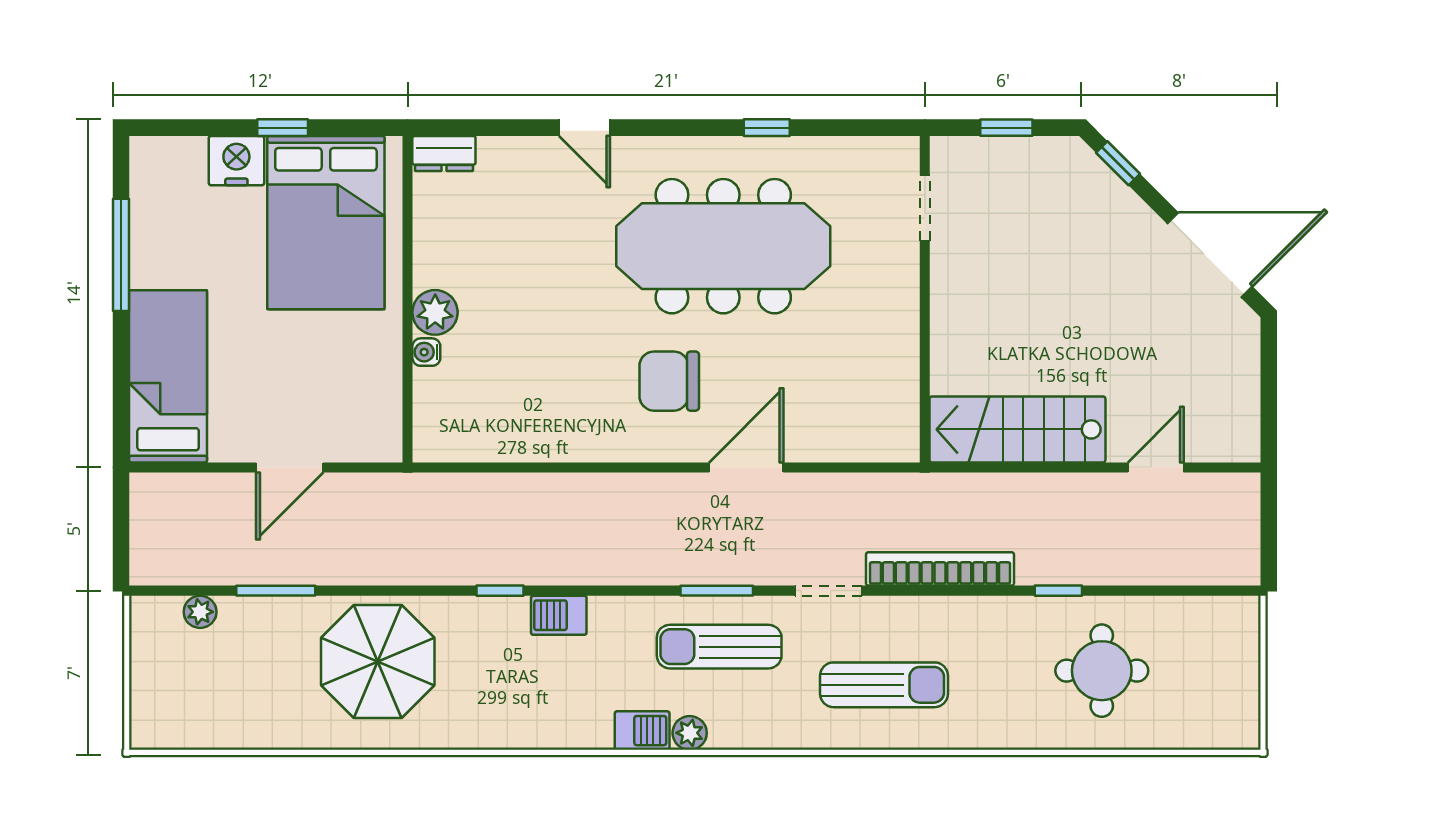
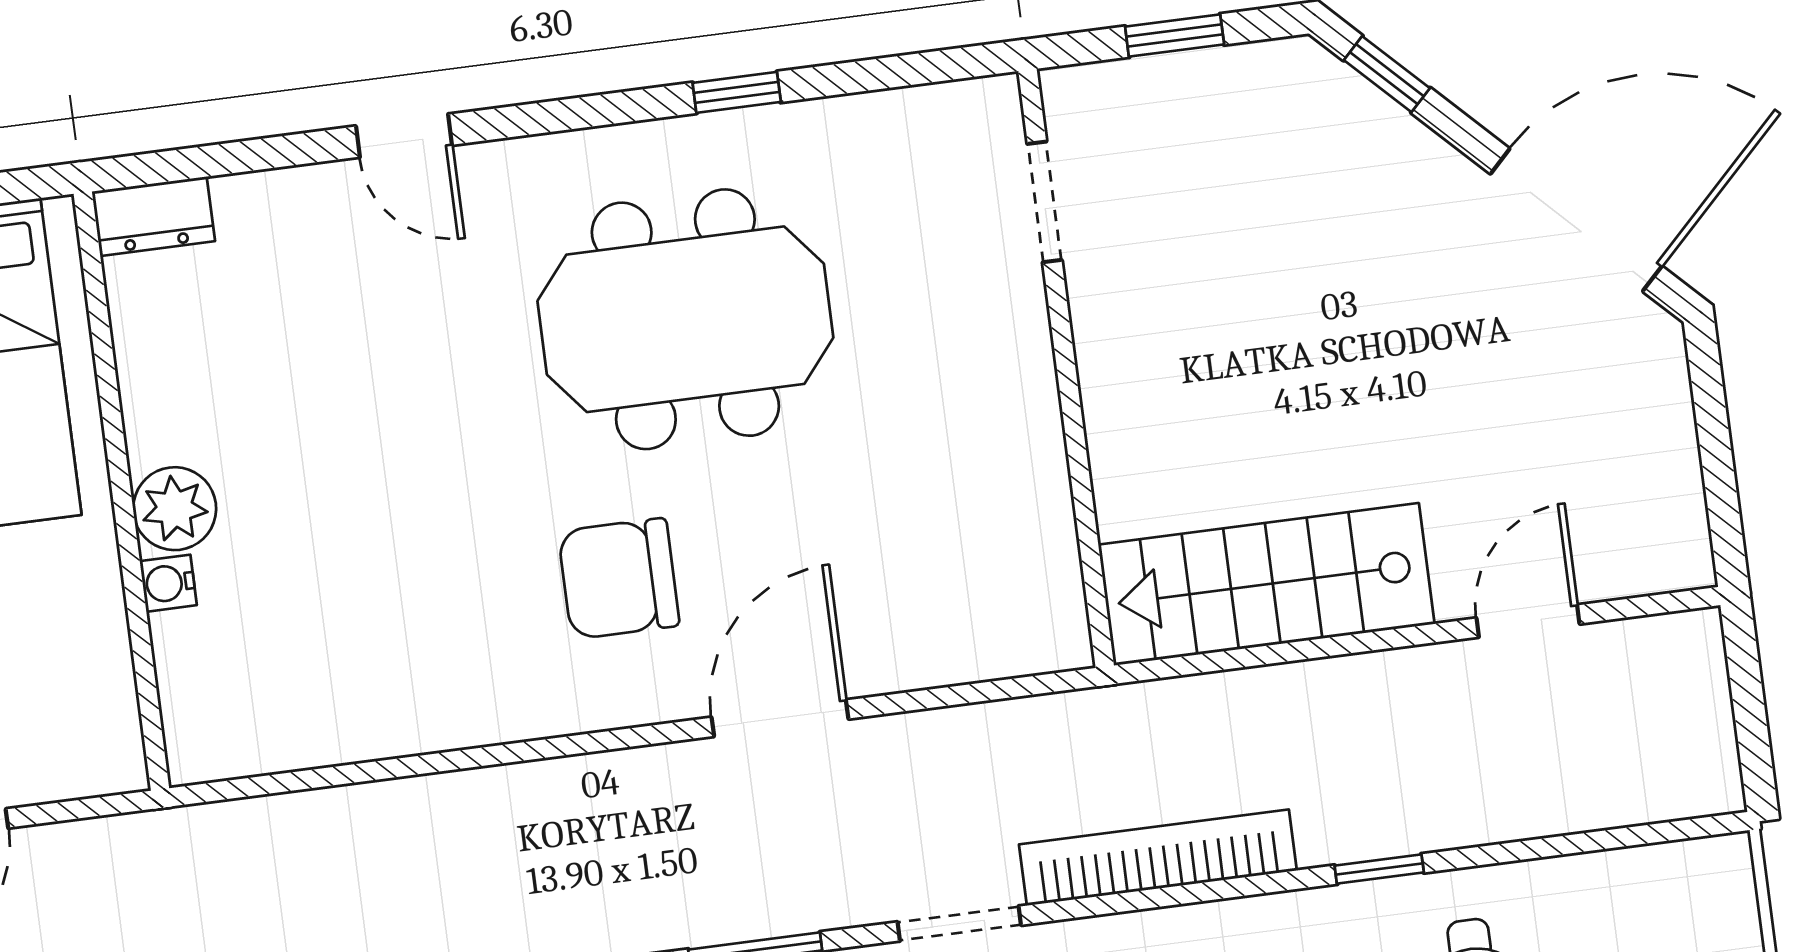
meeting table: (723, 246) -> (685, 319), width x0.73

